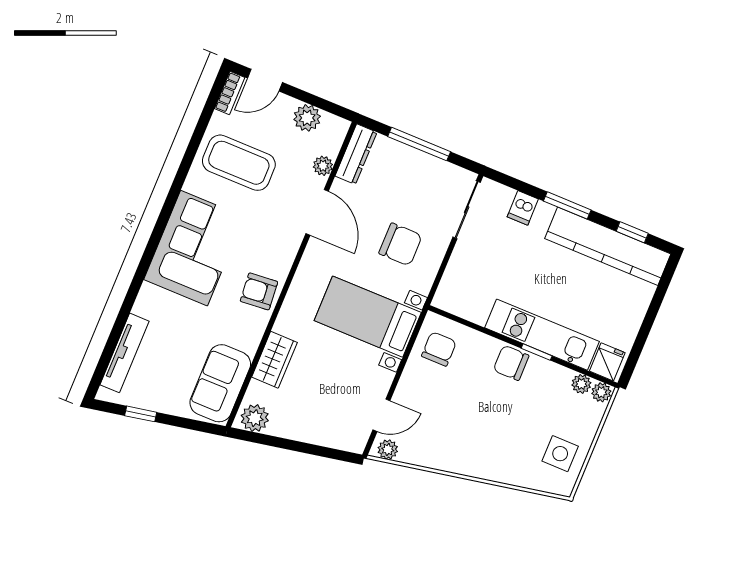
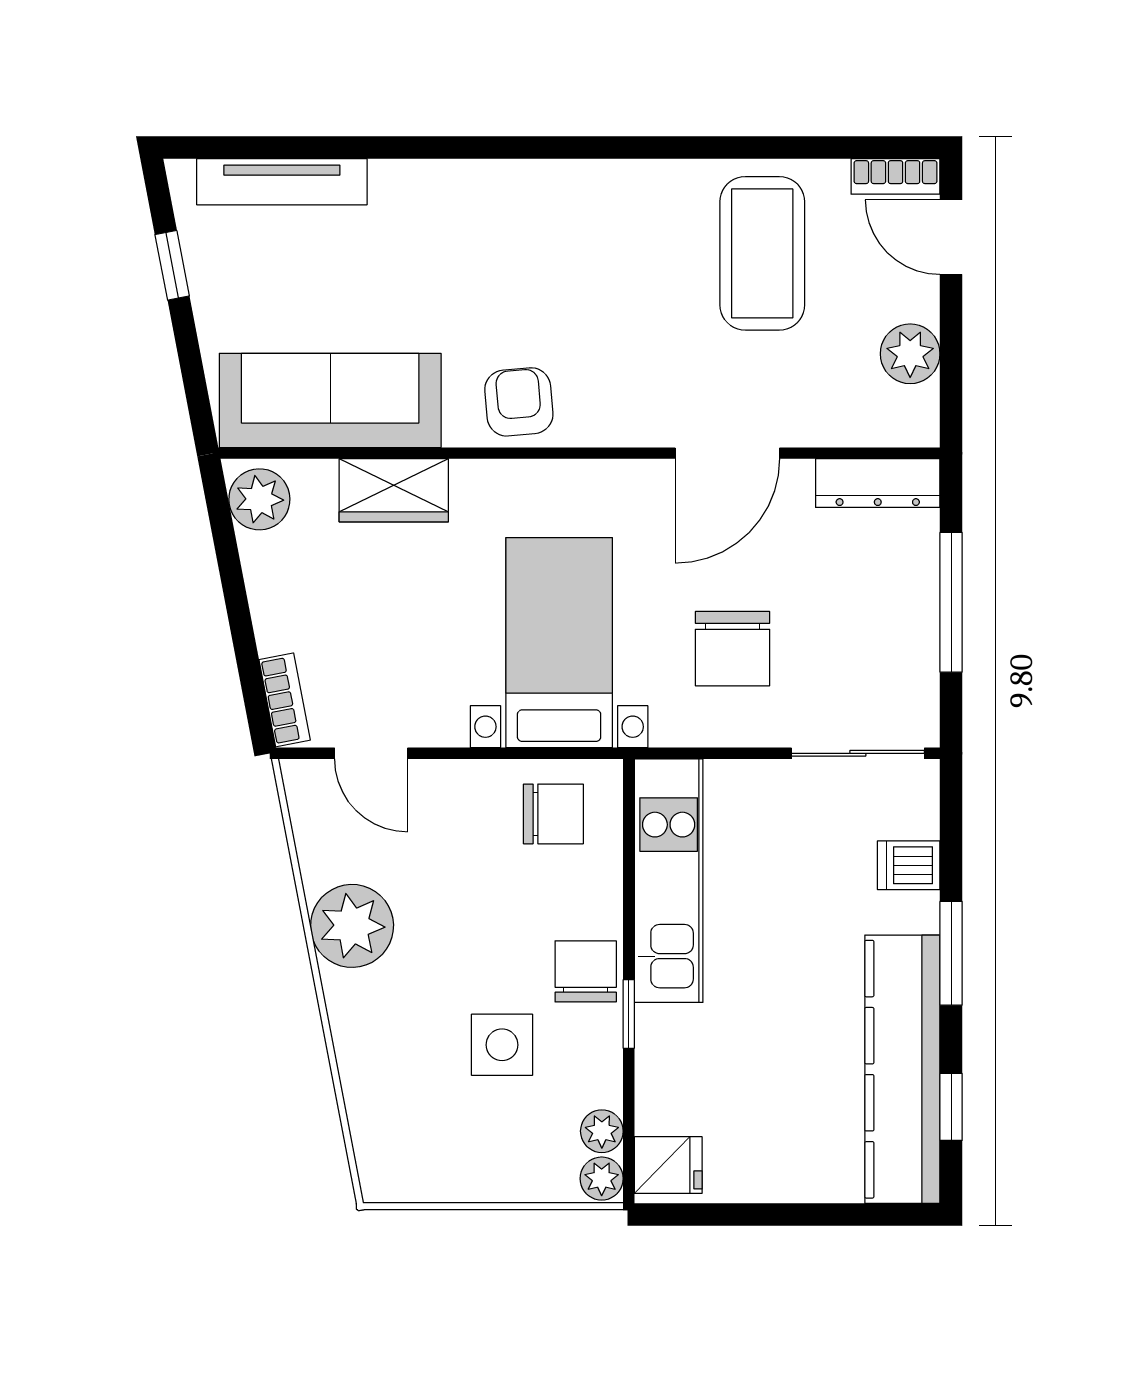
plant: (323, 166) -> (827, 426), removed
corner sofa: (194, 248) -> (552, 234), removed
kitchen unit: (542, 335) -> (669, 881), moved
sofa: (220, 383) -> (330, 400), width x1.36
bookcase: (344, 442) -> (285, 700), added
plant: (388, 449) -> (352, 926), moved, width x1.88, depth x1.88
side table: (560, 454) -> (502, 1045), moved

